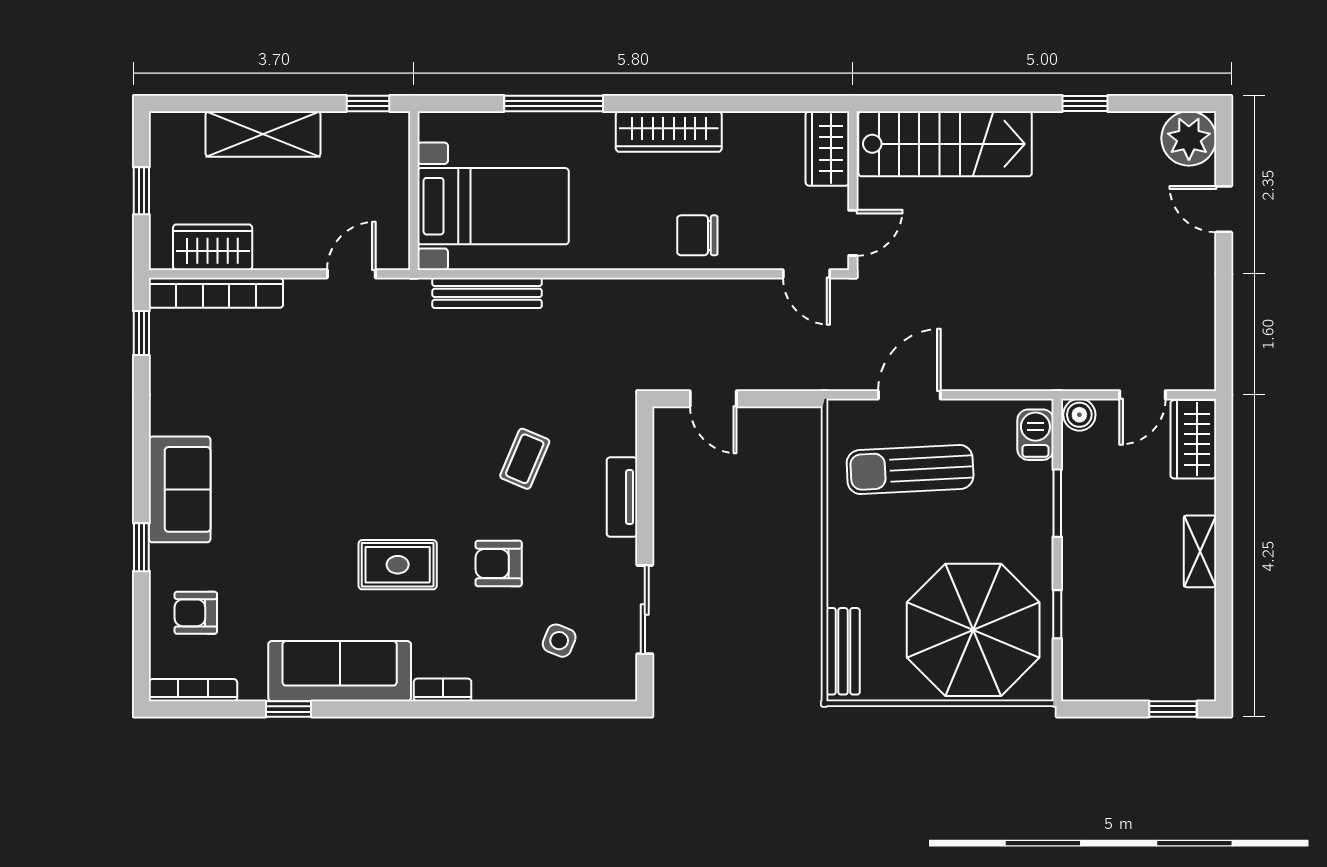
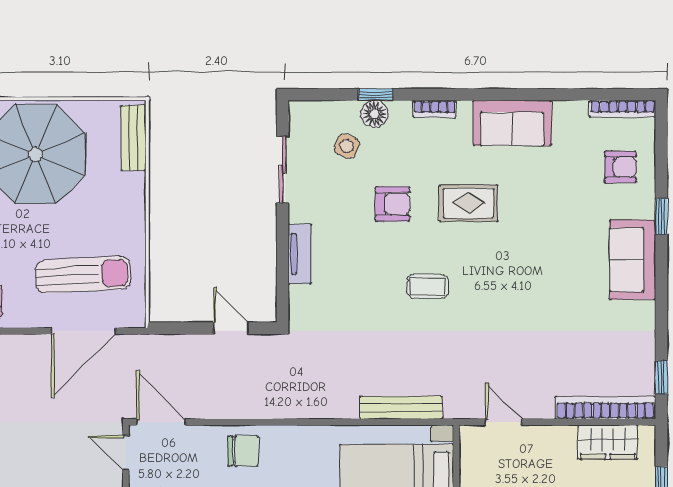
door: (853, 233) -> (126, 453), hinge flipped
door: (351, 274) -> (503, 422), swing flipped
door: (806, 274) -> (161, 422), width x1.38
door: (909, 395) -> (83, 331), width x1.36
coffee table: (525, 459) -> (428, 286), moved, turned 67
sofa: (340, 671) -> (512, 123), width x0.73
floor lamp: (523, 683) -> (374, 114), added
window: (289, 709) -> (376, 95), moved

